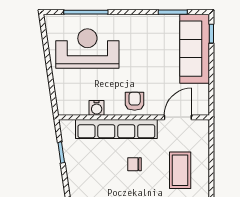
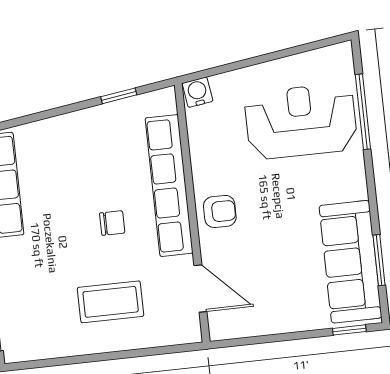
reception desk: (87, 49) -> (301, 121), turned -90
sofa: (195, 49) -> (350, 262), moved, turned -90
water cooler: (97, 108) -> (198, 92), moved, turned 82
chair: (134, 164) -> (112, 223), turned 90

